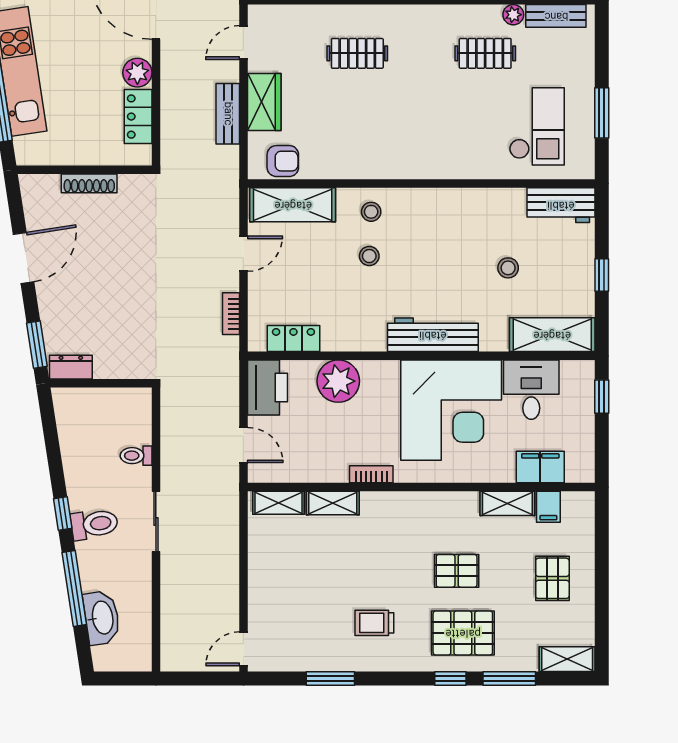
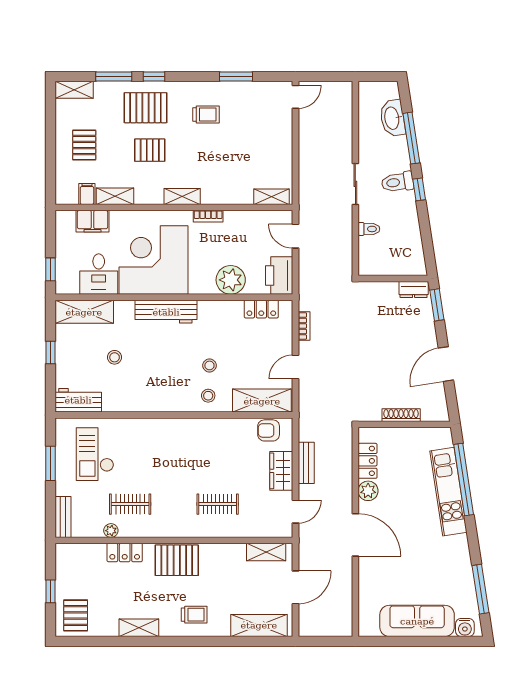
bench: (556, 16) -> (63, 517), moved, turned 90
shelving: (333, 503) -> (182, 197), moved

